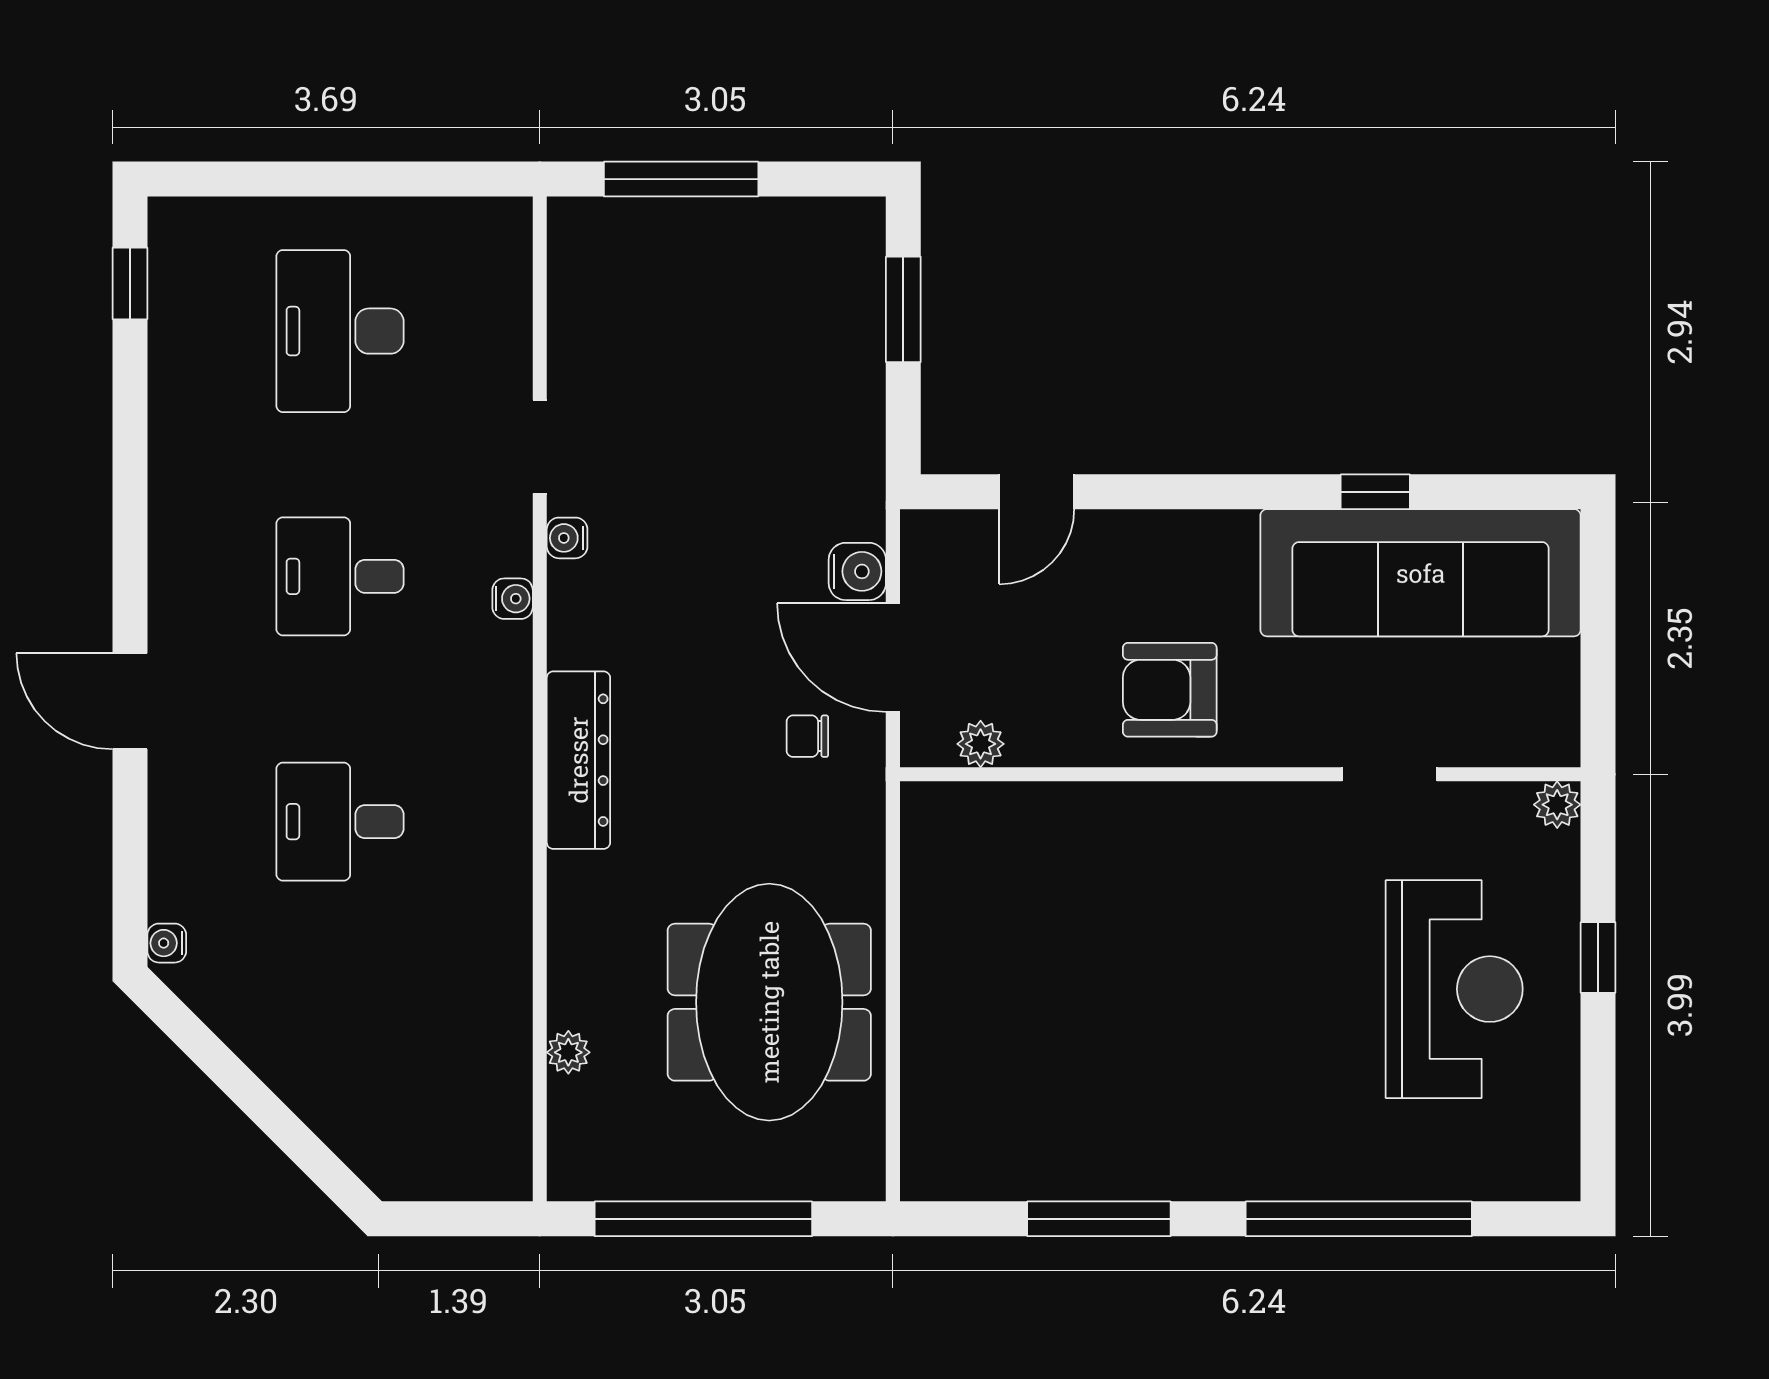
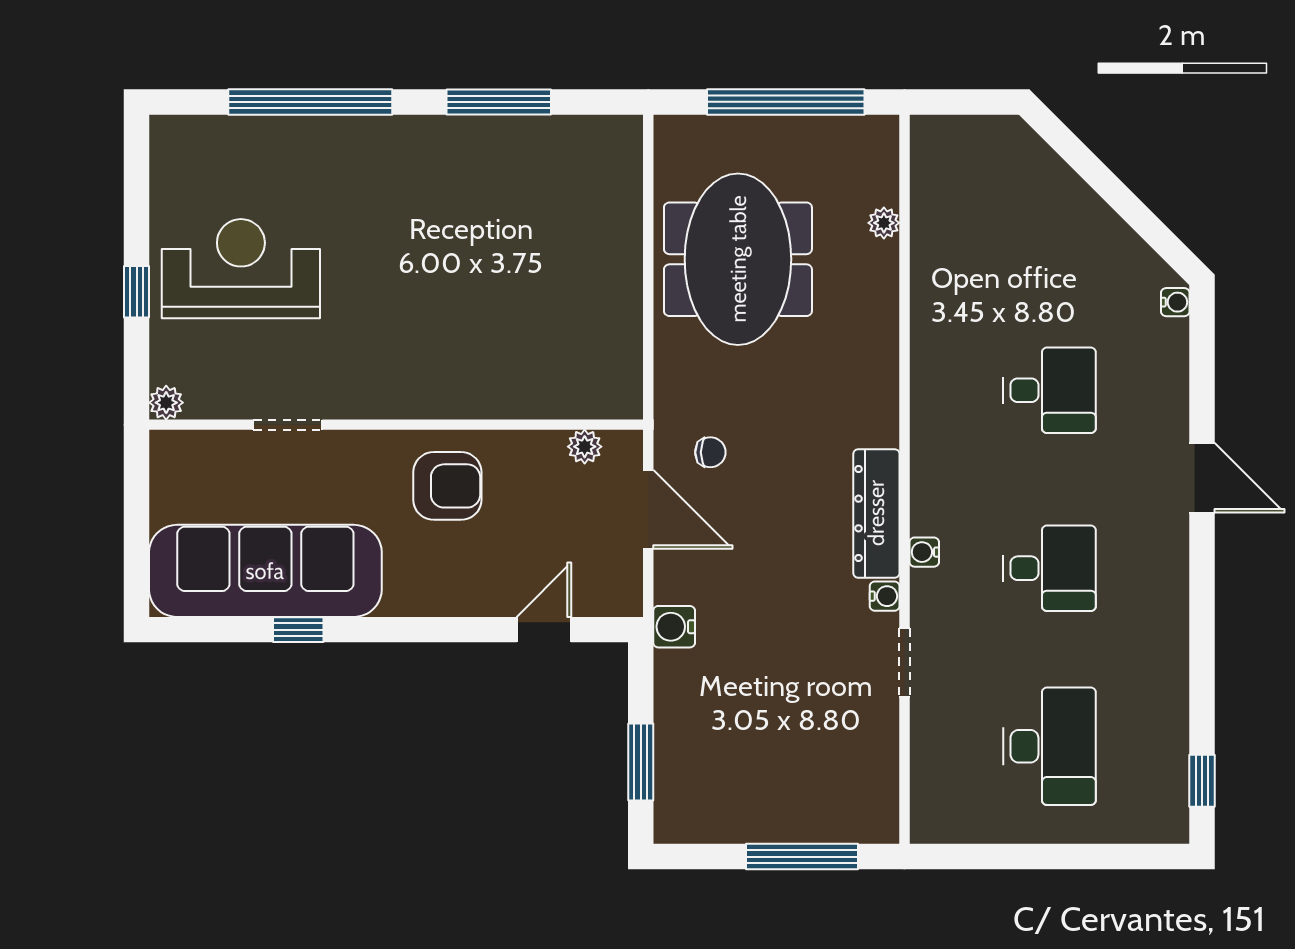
water cooler: (857, 571) -> (674, 627), moved
dresser: (578, 760) -> (876, 513), moved
reception desk: (1454, 989) -> (241, 269), turned 90

